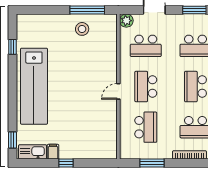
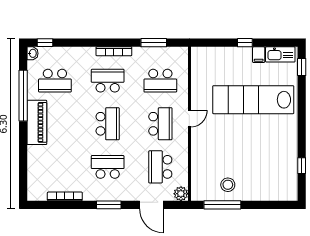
school desk: (146, 46) -> (160, 167), turned -90
lab bench: (34, 86) -> (253, 100), moved, turned -90
school desk: (146, 127) -> (160, 81), turned -90

